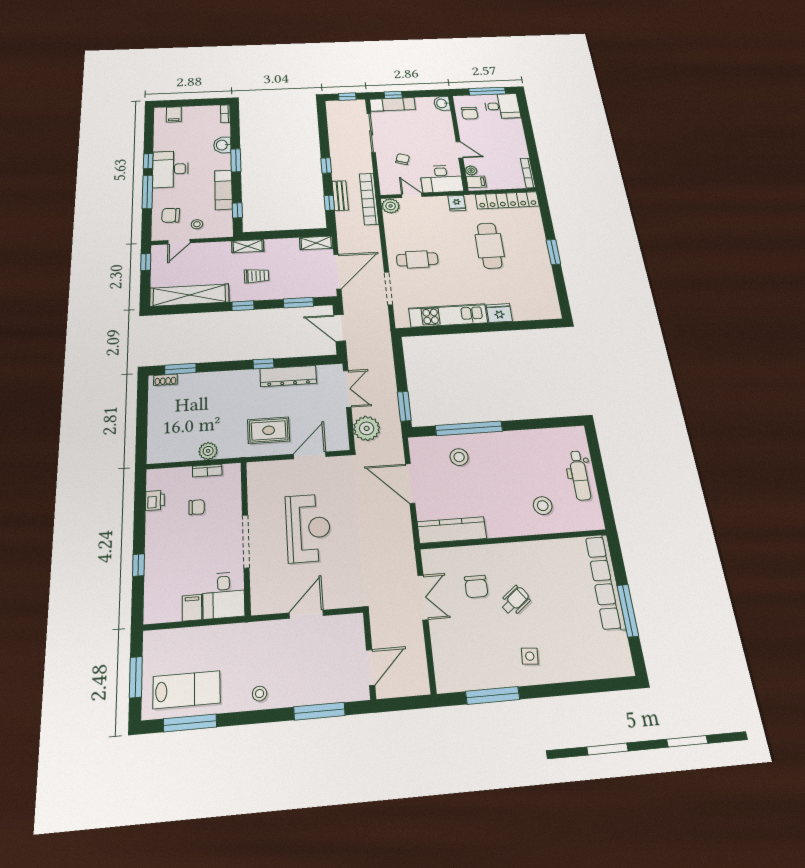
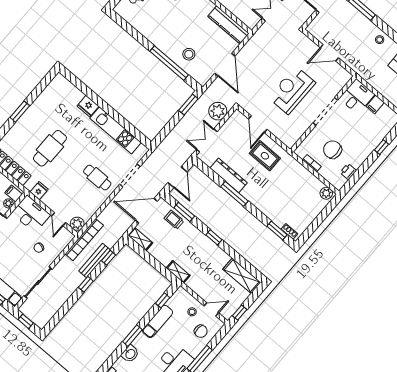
bench: (340, 196) -> (95, 261), width x1.36
trolley: (257, 276) -> (174, 220), moved
shelving: (189, 295) -> (242, 276), width x0.68
window: (263, 364) -> (234, 194), width x2.17
plant: (208, 451) -> (326, 193), moved
door: (310, 455) -> (258, 124), hinge flipped
chair: (197, 507) -> (333, 150), width x1.87, depth x1.87

